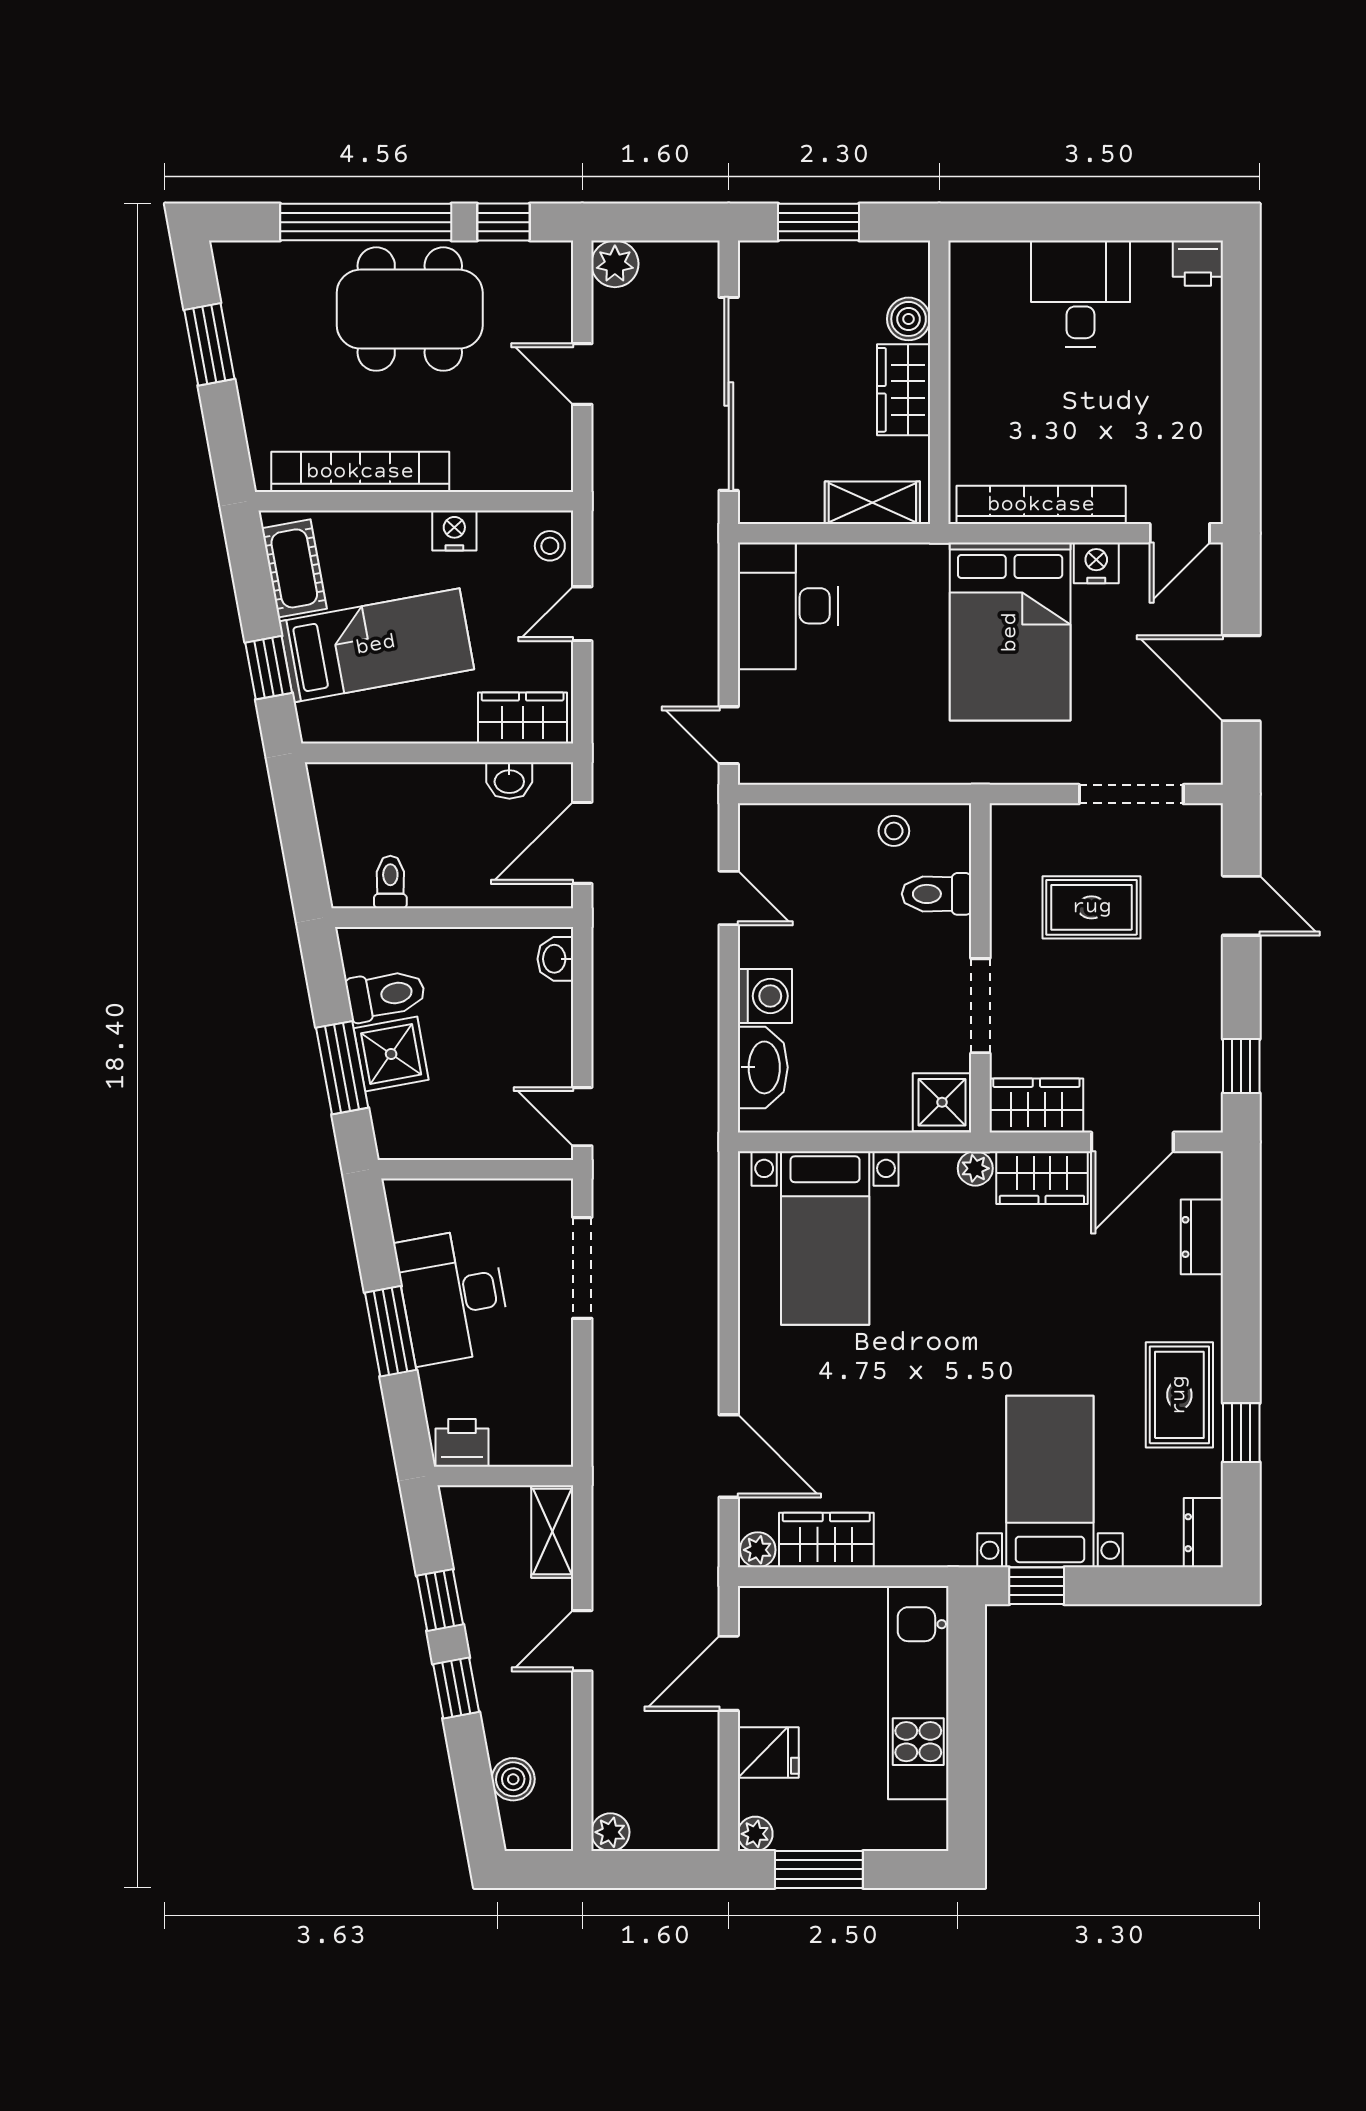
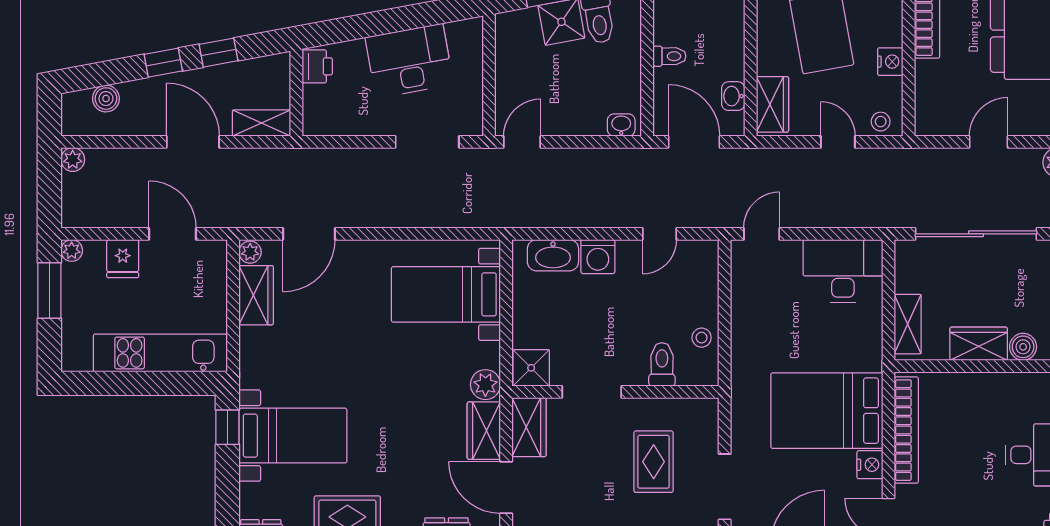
toilet: (390, 882) -> (669, 56), moved
plant: (975, 1168) -> (485, 385), width x1.38, depth x1.38
window: (391, 1331) -> (387, 22), removed
door: (582, 1641) -> (193, 142), width x1.38

